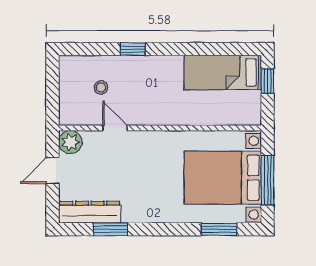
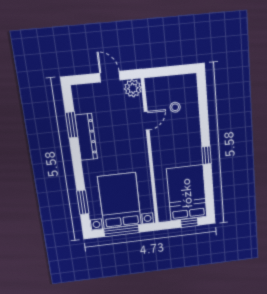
window: (133, 49) -> (207, 155), moved
bed: (223, 72) -> (187, 193), width x1.50
dresser: (90, 212) -> (86, 137), moved

